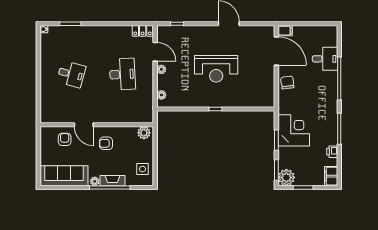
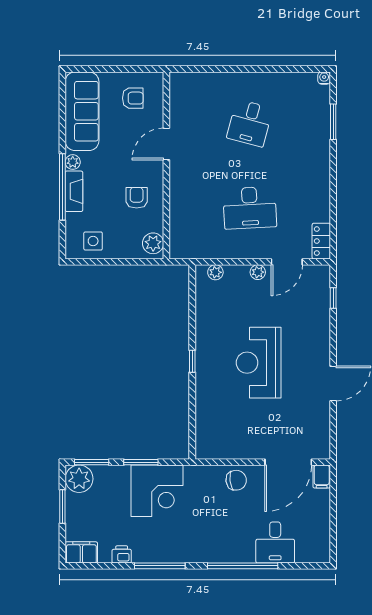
armchair: (65, 139) -> (133, 98), moved
armchair: (106, 143) -> (137, 198), moved

